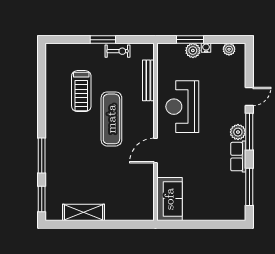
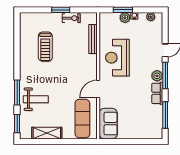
exercise mat: (111, 119) -> (82, 119), moved
weight bench: (68, 165) -> (36, 99), added

